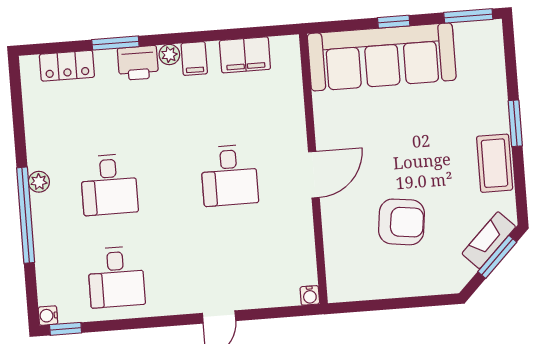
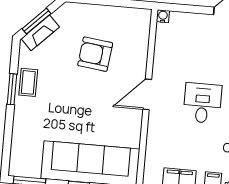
window: (515, 123) -> (12, 89), moved
coffee table: (495, 163) -> (28, 82), width x0.73, depth x0.77

